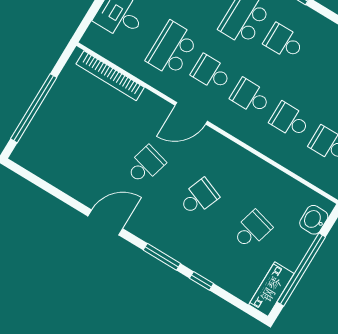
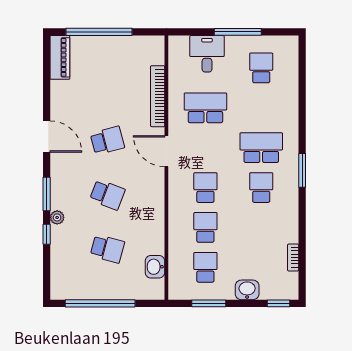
school desk: (211, 73) -> (205, 148), removed
bookcase: (110, 76) -> (158, 96), moved
school desk: (146, 165) -> (107, 141), turned -30
washbasin: (314, 220) -> (155, 267), moved, turned -90
plant: (191, 260) -> (57, 217), added
piano: (271, 289) -> (60, 57), moved, turned 90

